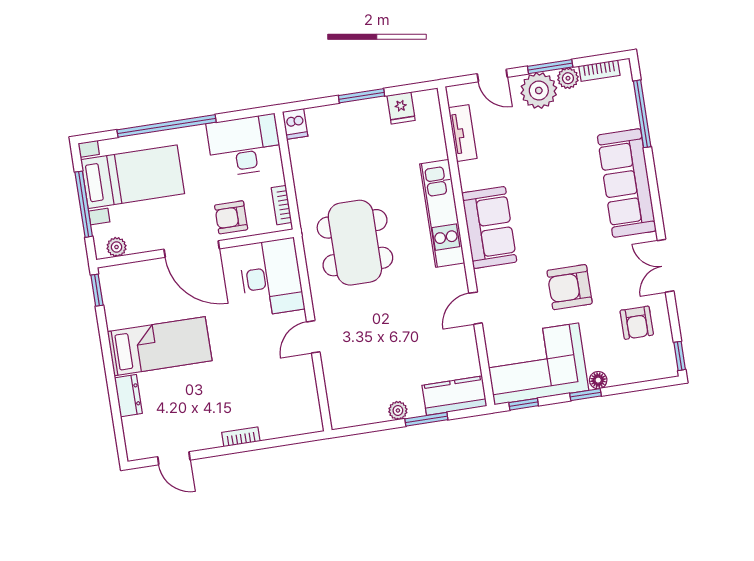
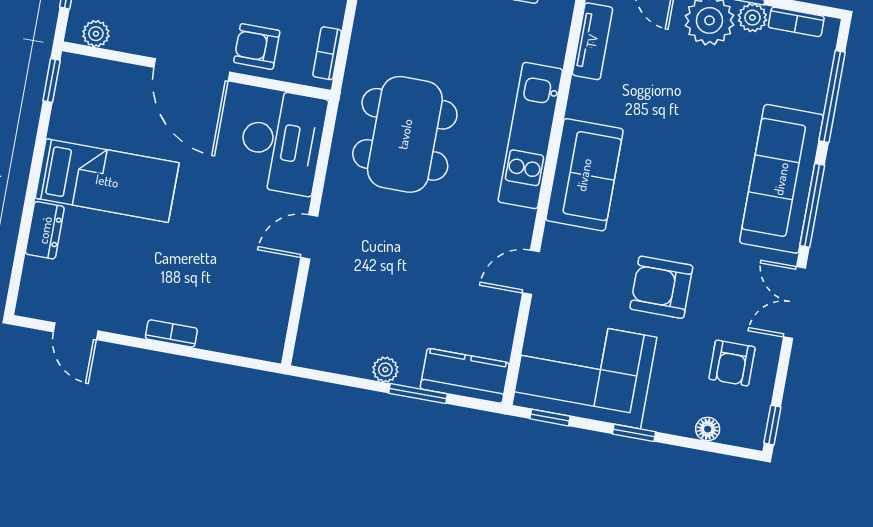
window: (655, 194) -> (812, 205), added
floor lamp: (598, 380) -> (708, 429), moved

